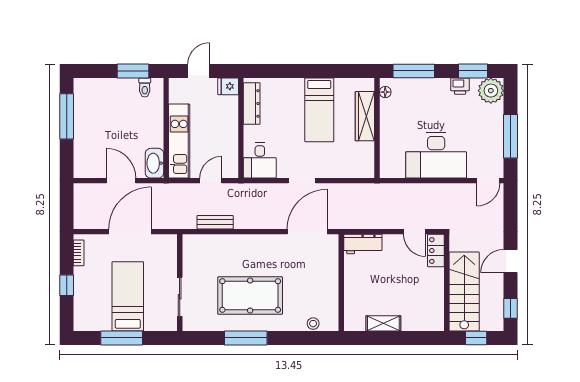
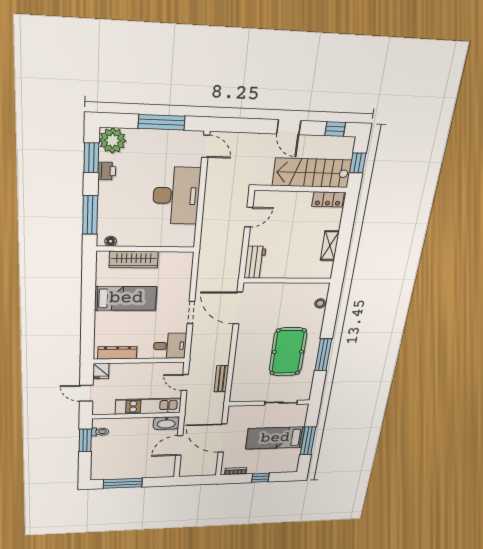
locker: (436, 251) -> (328, 199), moved

